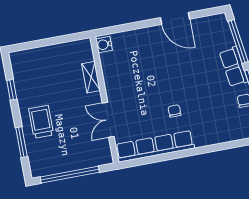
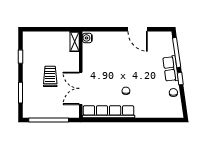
shelving: (91, 77) -> (75, 42), moved
double door: (108, 120) -> (81, 88), width x1.37
trolley: (41, 122) -> (50, 76), moved

